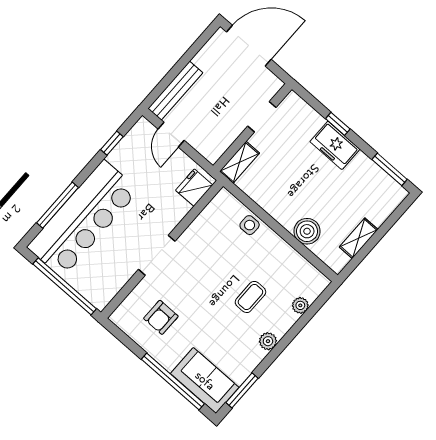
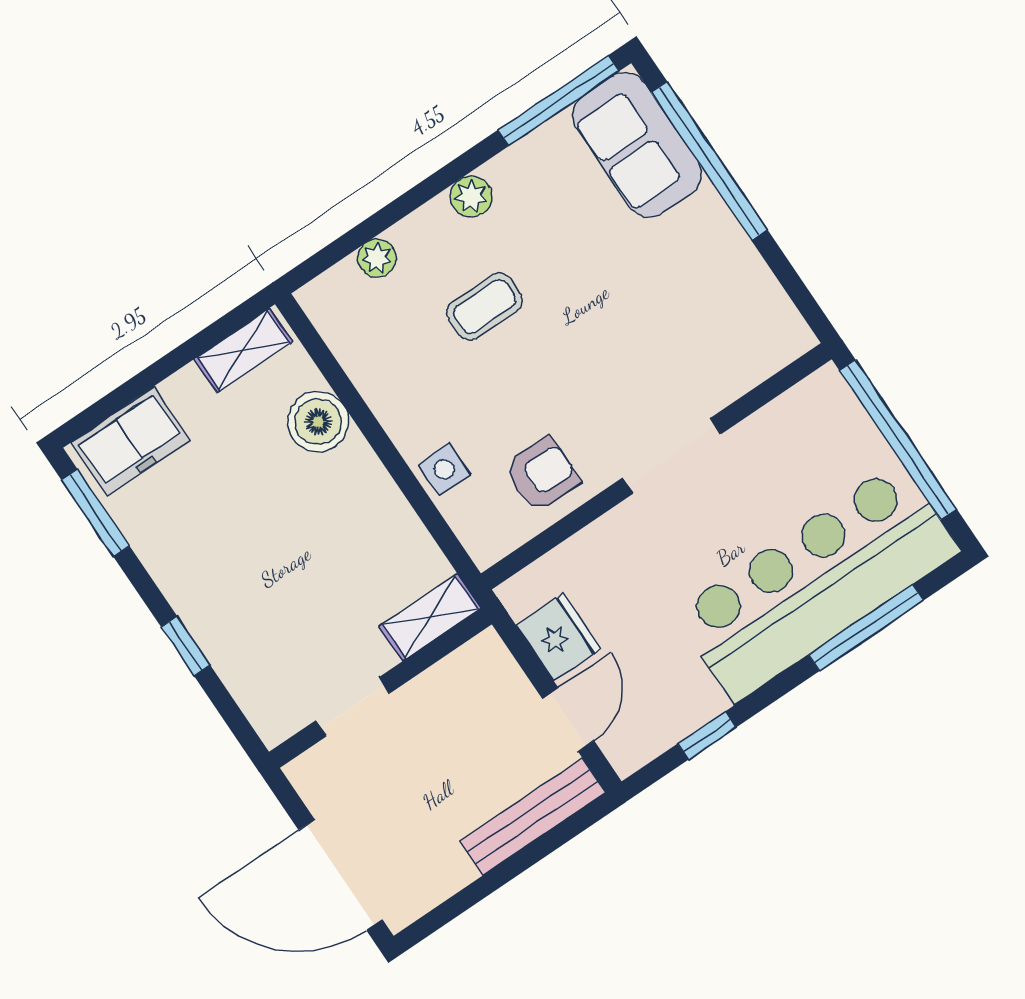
freezer: (335, 145) -> (130, 441), moved, turned 90
fridge: (194, 188) -> (559, 637), moved, turned -90
shelving: (359, 238) -> (243, 350), moved
armchair: (161, 317) -> (542, 474), moved
window: (242, 390) -> (558, 101), width x1.44

